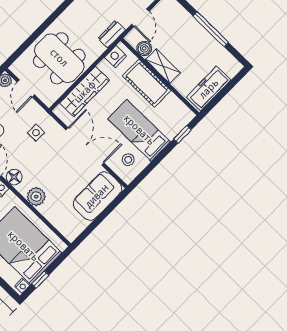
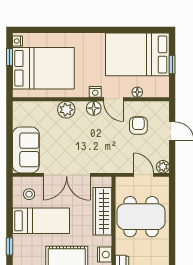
side table: (36, 133) -> (108, 152), removed

